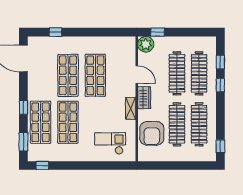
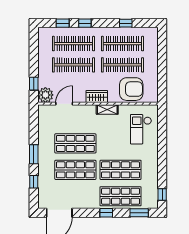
window: (84, 32) -> (34, 154), added
door: (137, 74) -> (64, 104), moved
window: (220, 146) -> (126, 23), moved

